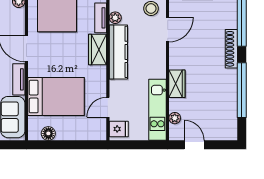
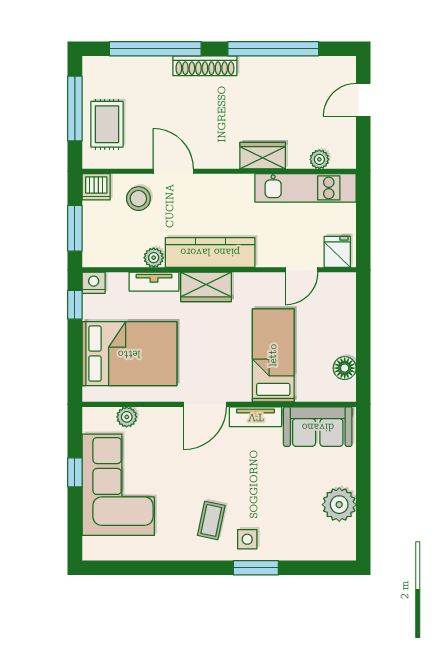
bed: (56, 97) -> (273, 355), width x0.67
door: (108, 107) -> (302, 270), hinge flipped
door: (194, 145) -> (363, 100), moved

